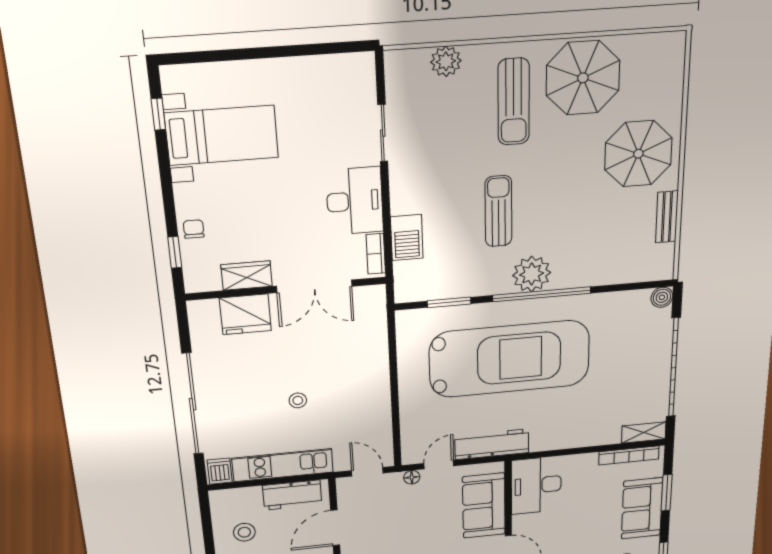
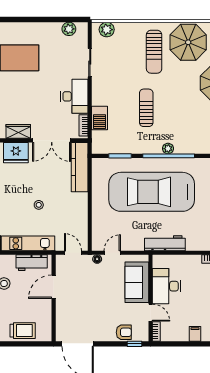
plant: (446, 61) -> (107, 30), moved
plant: (336, 68) -> (69, 29), added
plant: (532, 274) -> (168, 149), width x0.53, depth x0.53
kitchen counter: (372, 329) -> (80, 167), added
car: (510, 359) -> (152, 192), turned 180
workbench: (492, 444) -> (165, 243), moved
desk: (536, 485) -> (166, 286), moved

